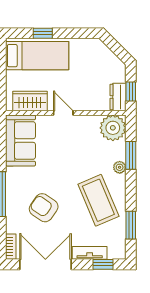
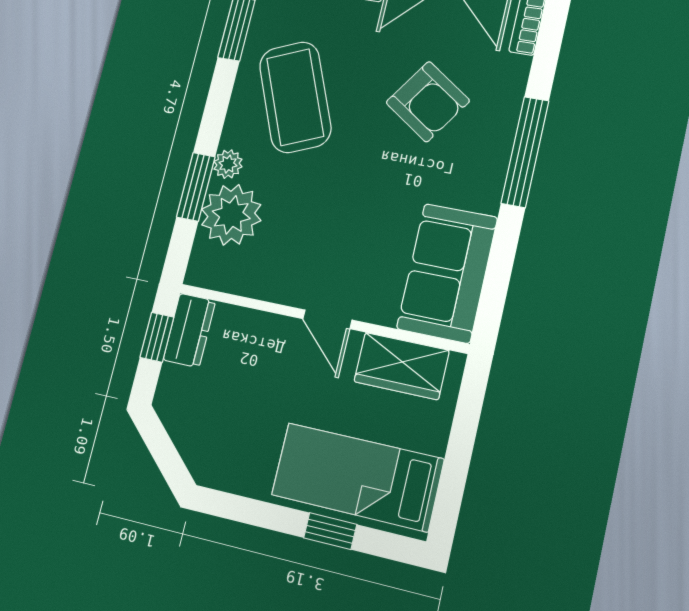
plant: (113, 128) -> (231, 215), moved

